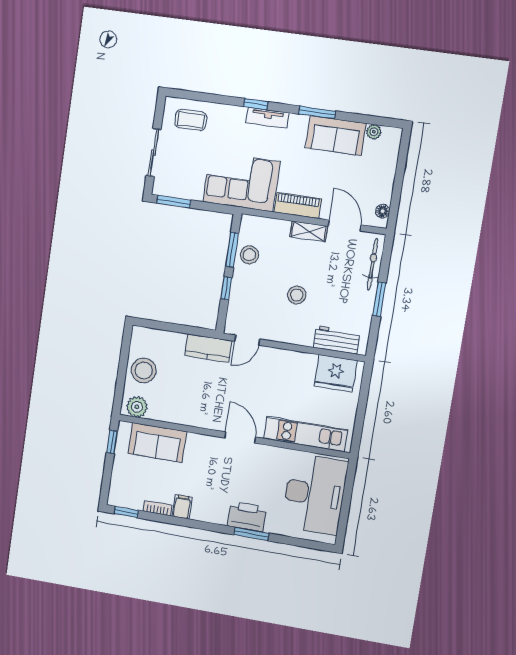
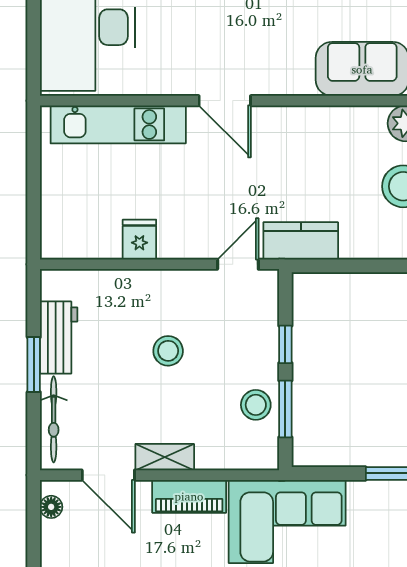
workbench: (337, 340) -> (59, 338), moved, turned -90
fridge: (336, 373) -> (139, 240), moved, width x0.53, depth x0.75

